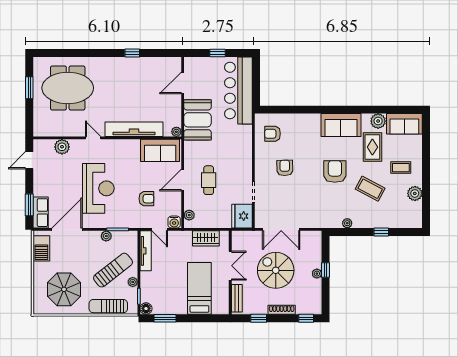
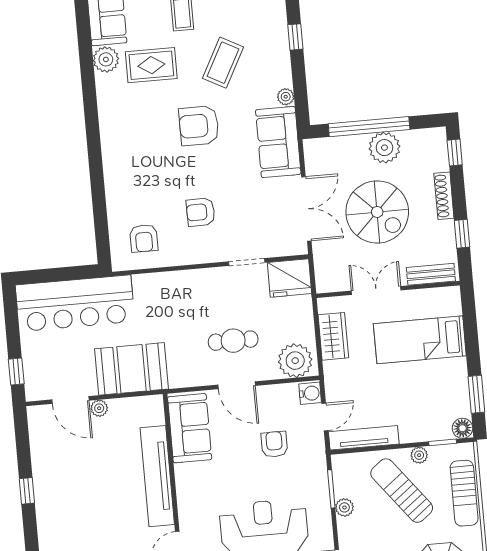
window: (217, 53) -> (16, 371), moved
sofa: (341, 125) -> (278, 142), moved, turned 180
plant: (176, 132) -> (99, 408), moved
plant: (189, 215) -> (295, 361), width x1.87, depth x1.87
spiral stairs: (276, 270) -> (377, 212), turned -90
window: (326, 270) -> (369, 127), width x3.17
plant: (317, 274) -> (384, 148), width x1.88, depth x1.88

